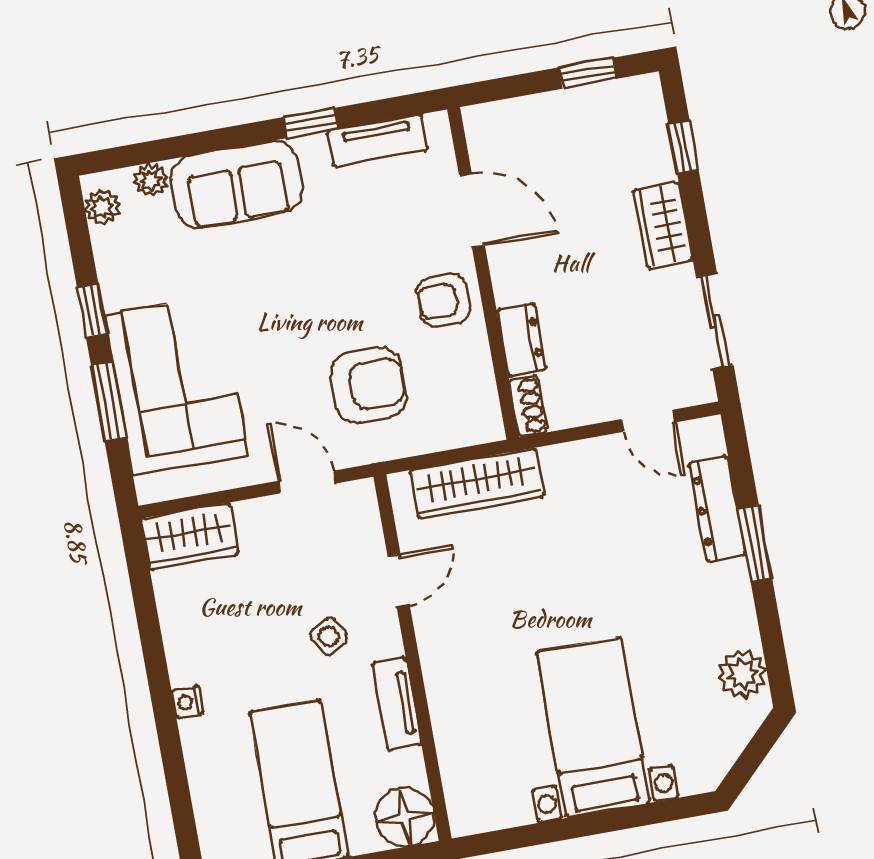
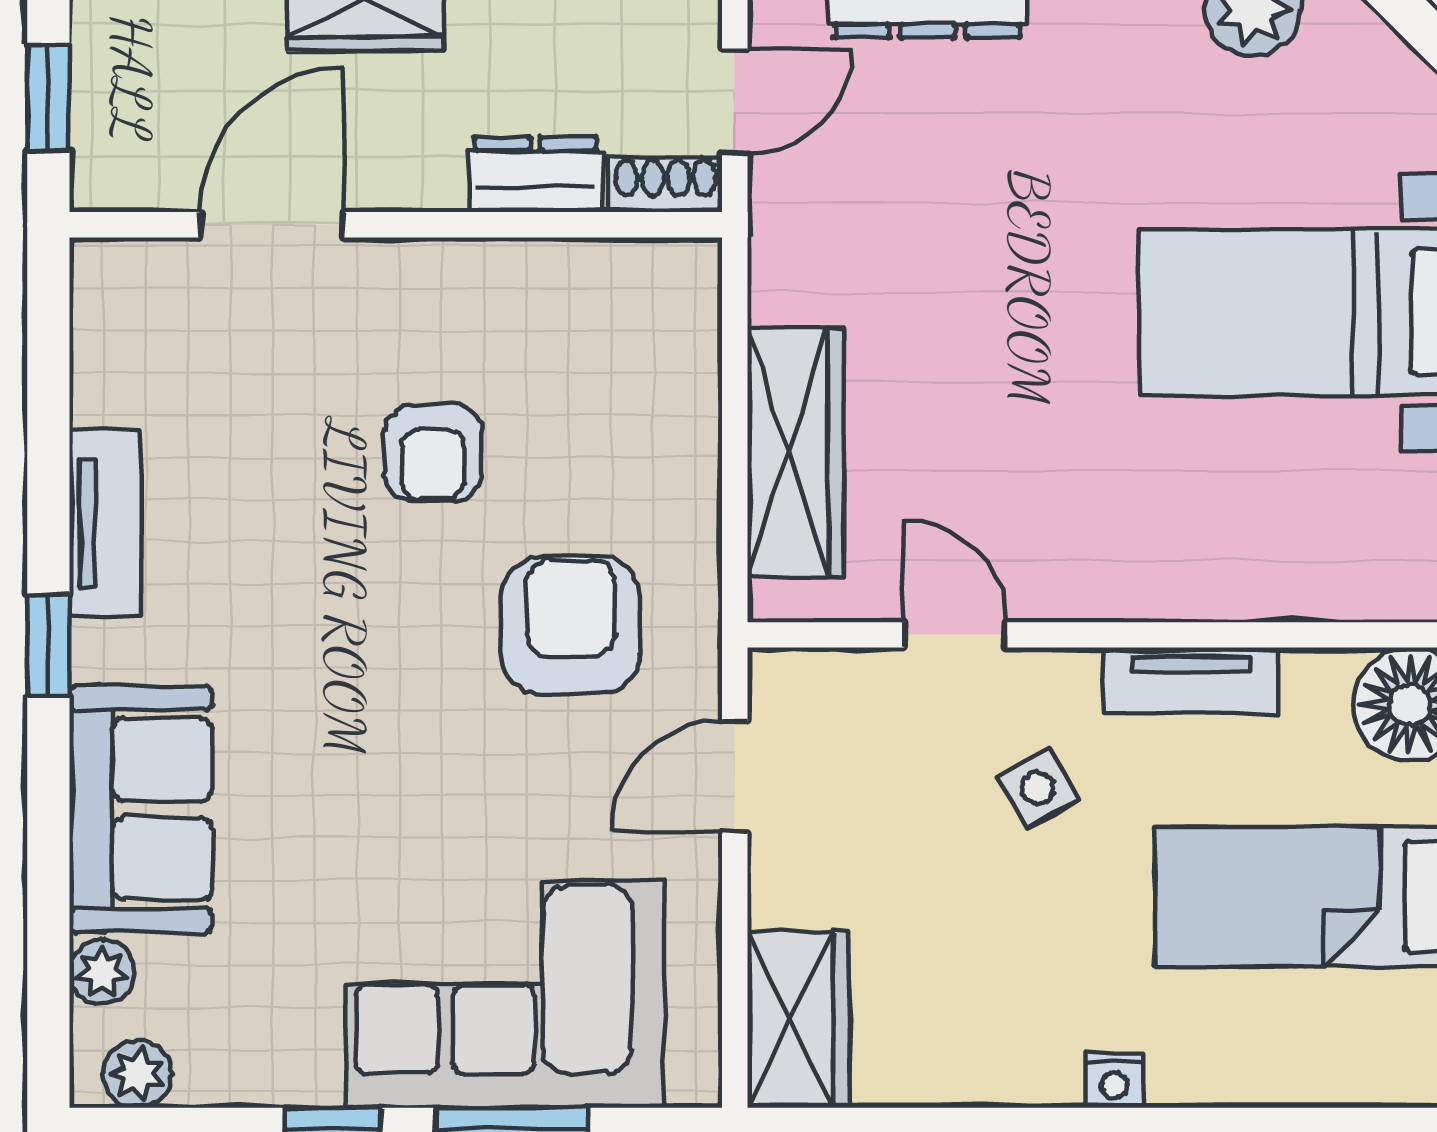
door: (472, 211) -> (271, 225), moved
wall: (483, 273) -> (396, 225), moved
dresser: (521, 340) -> (536, 175), moved
shoe rack: (528, 406) -> (666, 185), moved

